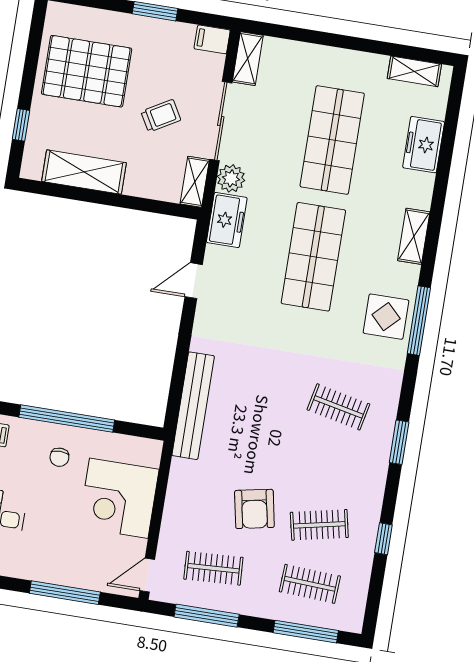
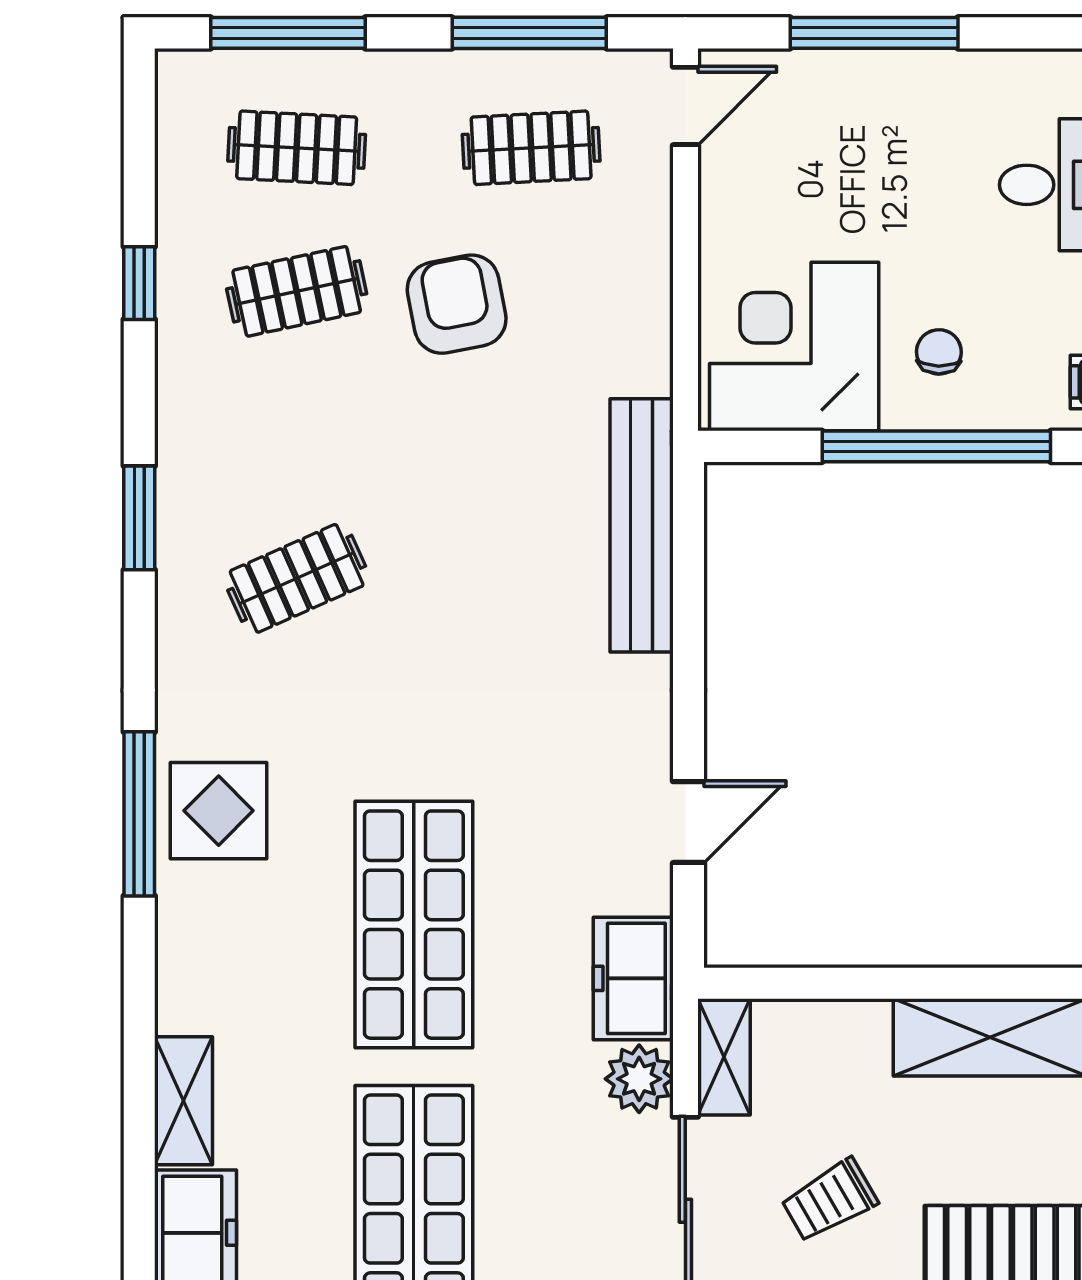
shelving: (414, 236) -> (184, 1101), moved
clothes rail: (338, 407) -> (297, 578), turned -36
corner desk: (119, 498) -> (794, 347), moved, turned -90

